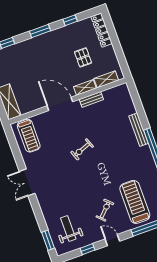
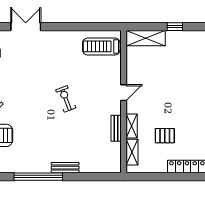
door: (60, 104) -> (124, 93), width x0.53
bench: (139, 130) -> (65, 168), width x0.73
double door: (27, 182) -> (26, 27), moved

